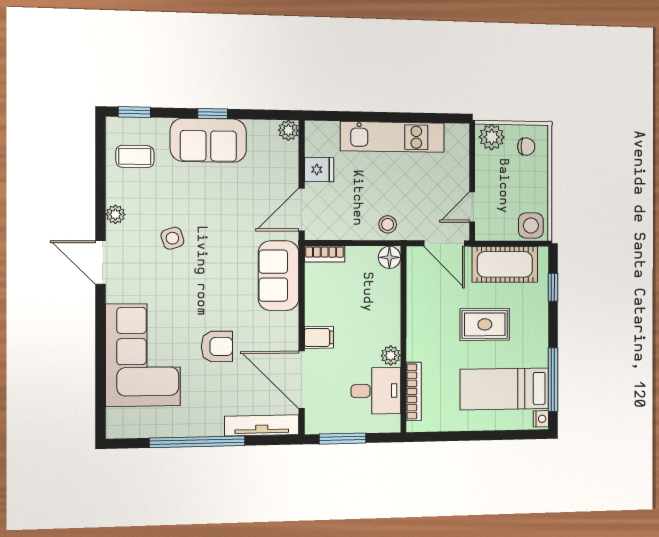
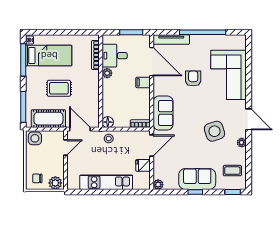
side table: (172, 238) -> (215, 131), width x1.87, depth x1.87
window: (553, 287) -> (23, 107), width x2.17
armchair: (217, 347) -> (193, 78), turned 90

